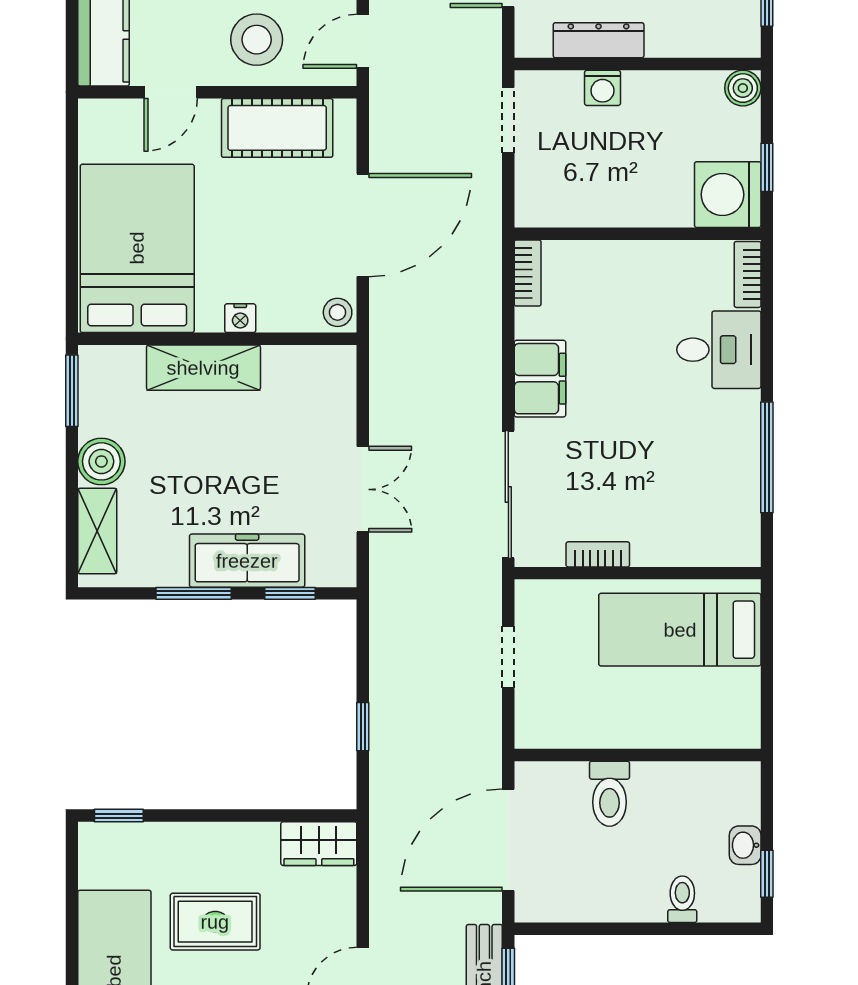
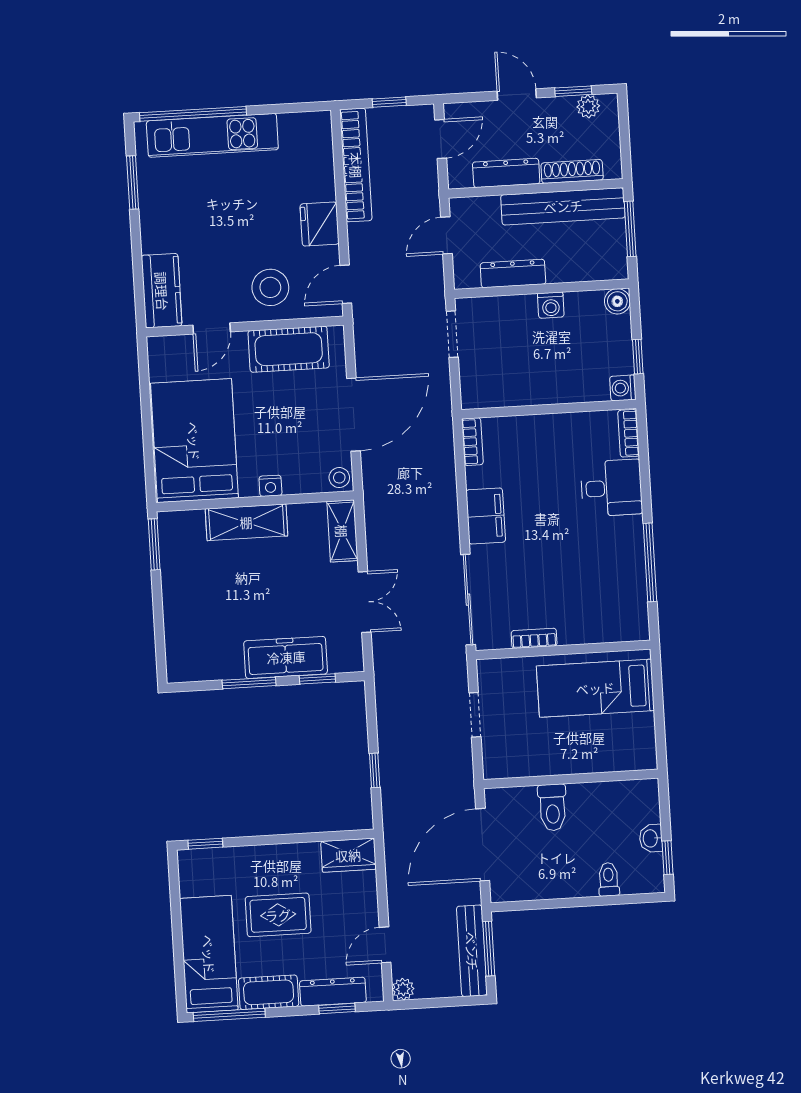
washing machine: (603, 88) -> (551, 305), moved
washing machine: (728, 195) -> (623, 388), width x0.53, depth x0.53
boiler: (101, 461) -> (178, 593), removed
shelving: (97, 531) -> (342, 531), moved

